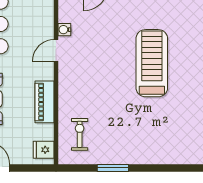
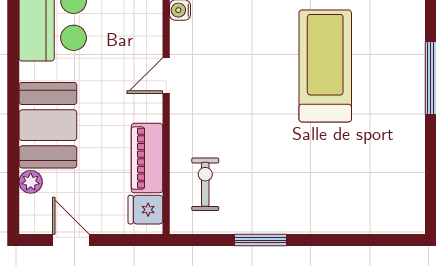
door: (56, 50) -> (166, 76), moved
piano: (45, 102) -> (147, 158), moved

